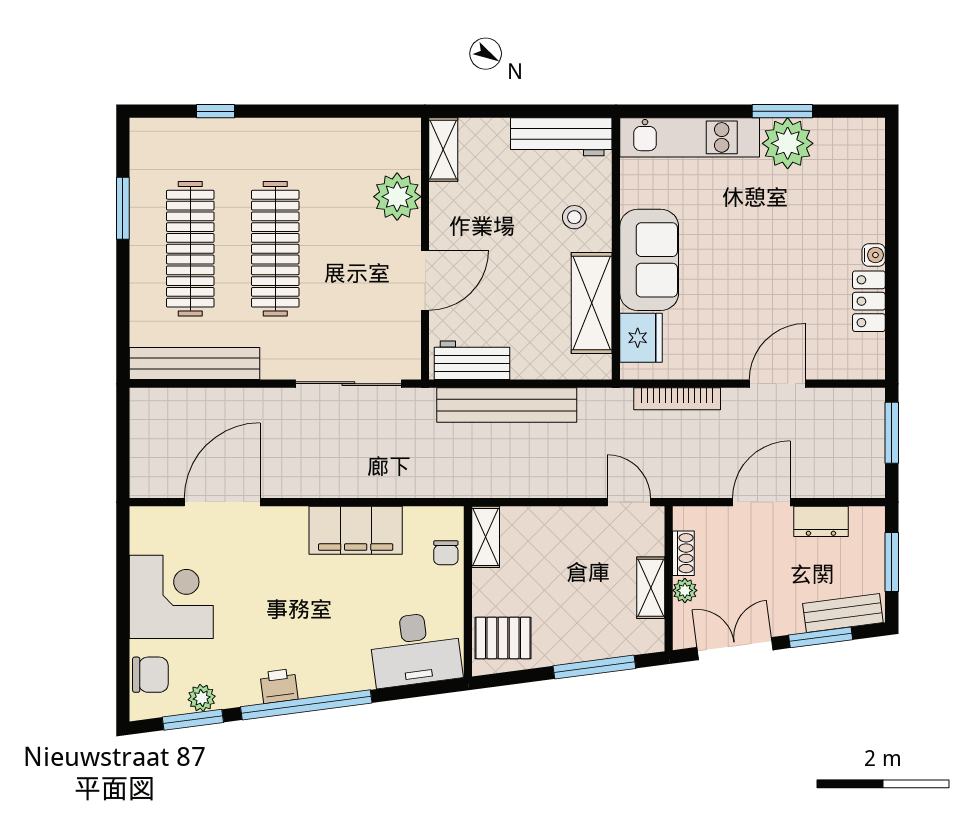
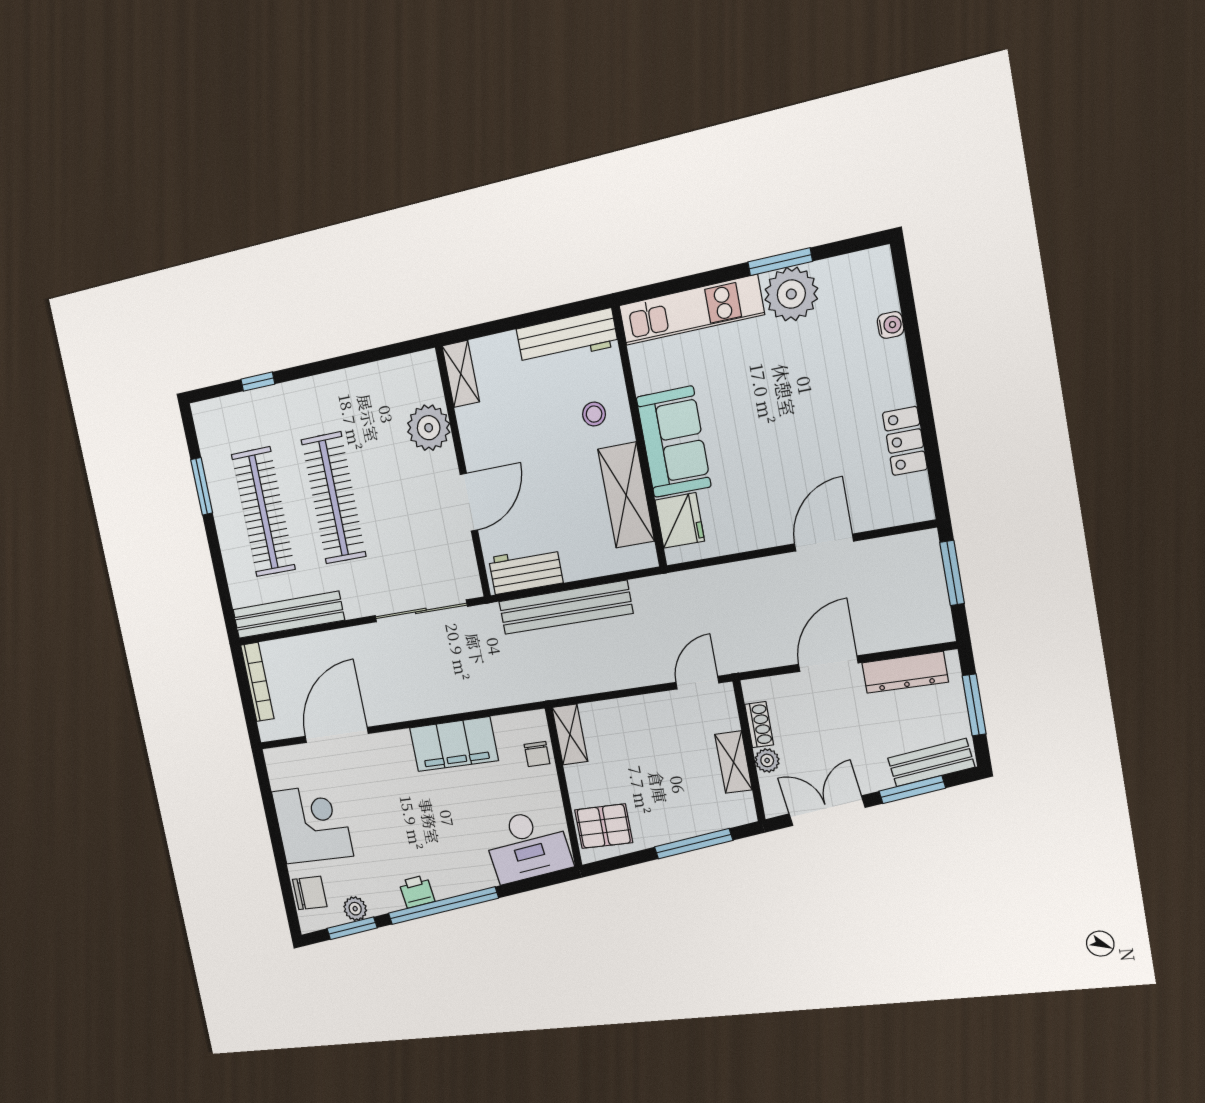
water cooler: (874, 255) -> (891, 325), moved
bookcase: (677, 399) -> (257, 682), moved, turned -90
door: (629, 502) -> (697, 683), hinge flipped
dresser: (821, 521) -> (905, 672), width x1.44

